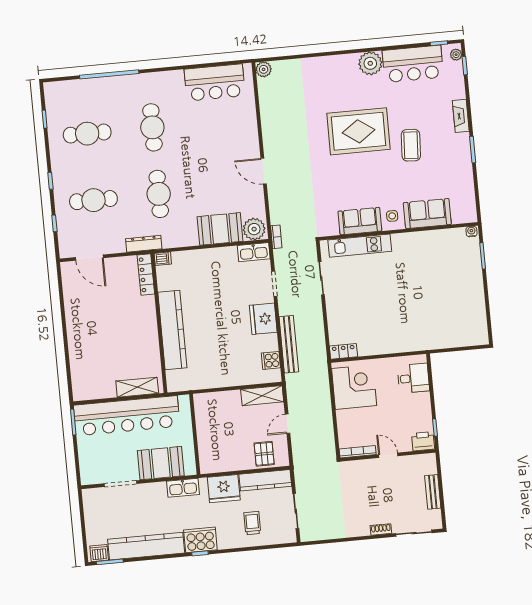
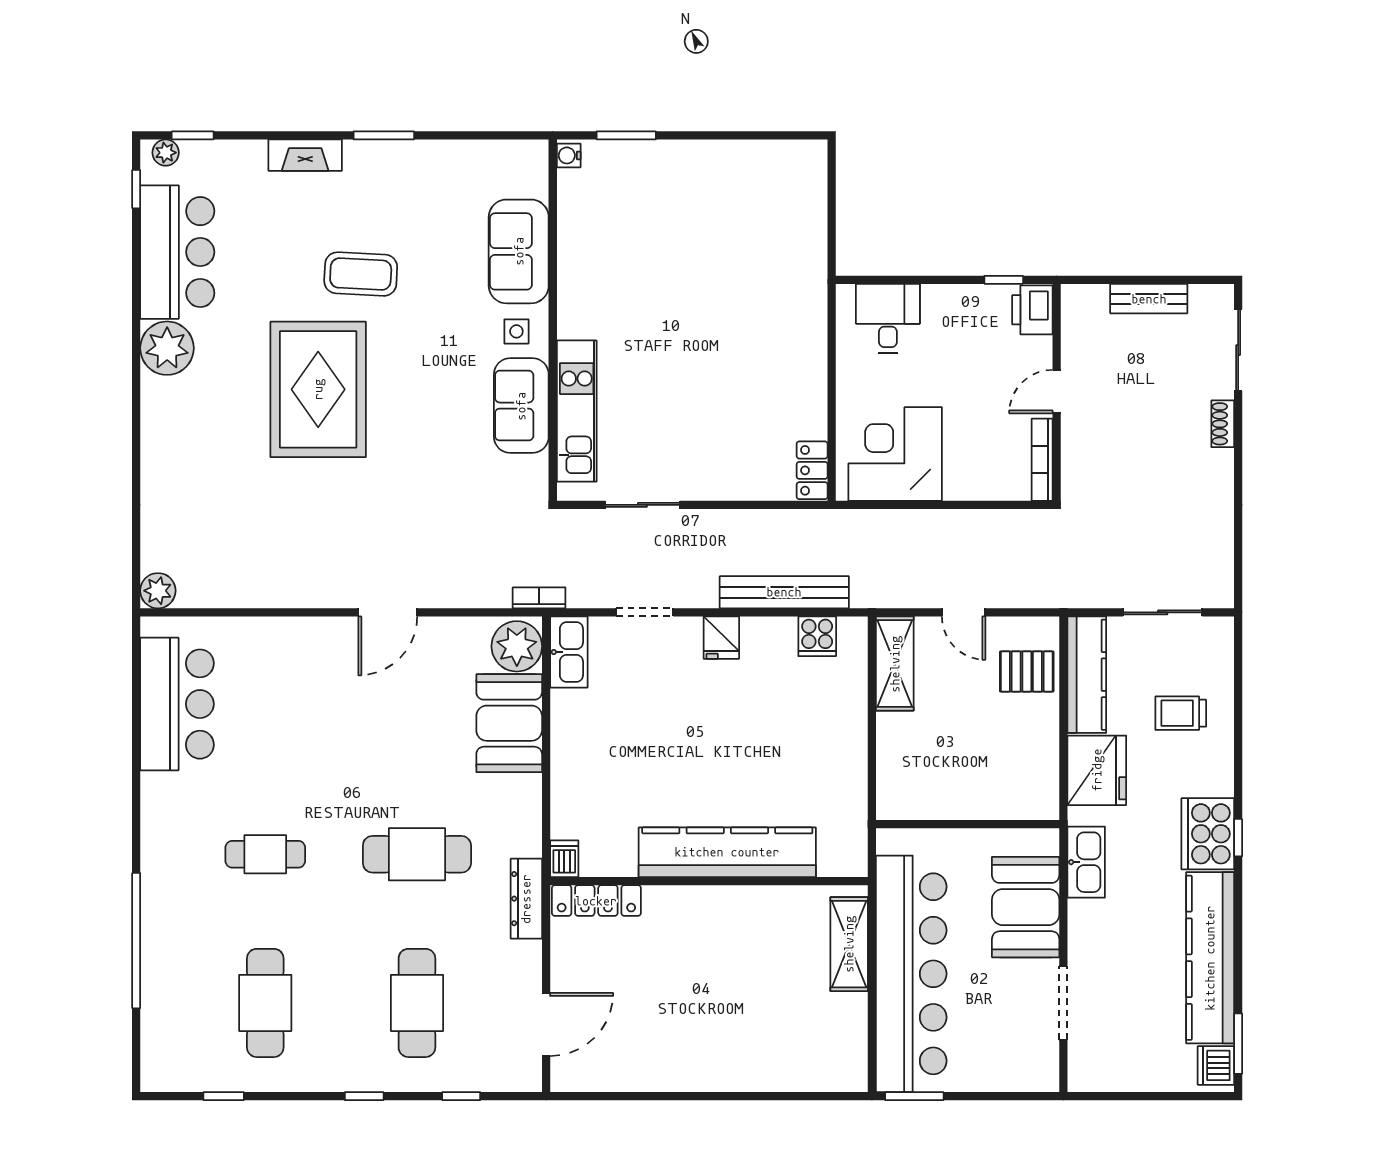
cafe table: (152, 127) -> (265, 854), width x0.73, depth x0.74
fridge: (263, 319) -> (721, 638), width x0.53, depth x0.75

